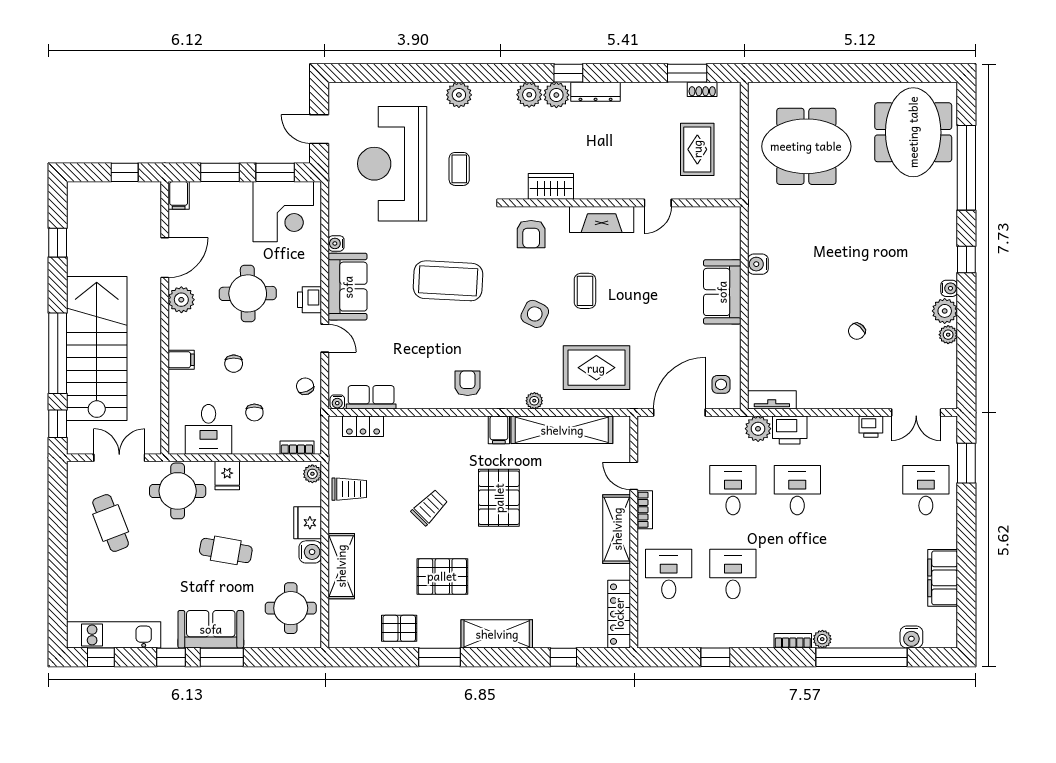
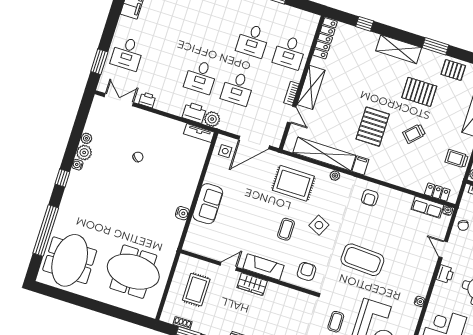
wardrobe: (551, 186) -> (252, 284), moved
sofa: (348, 287) -> (421, 275), removed

